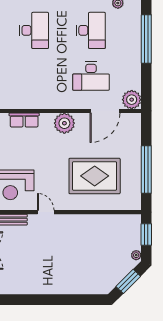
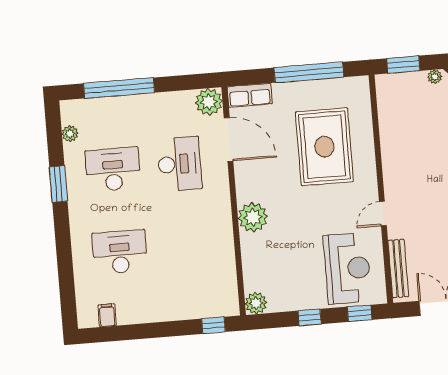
row of seats: (24, 120) -> (250, 95), moved, turned 90
plant: (64, 123) -> (253, 217), moved

